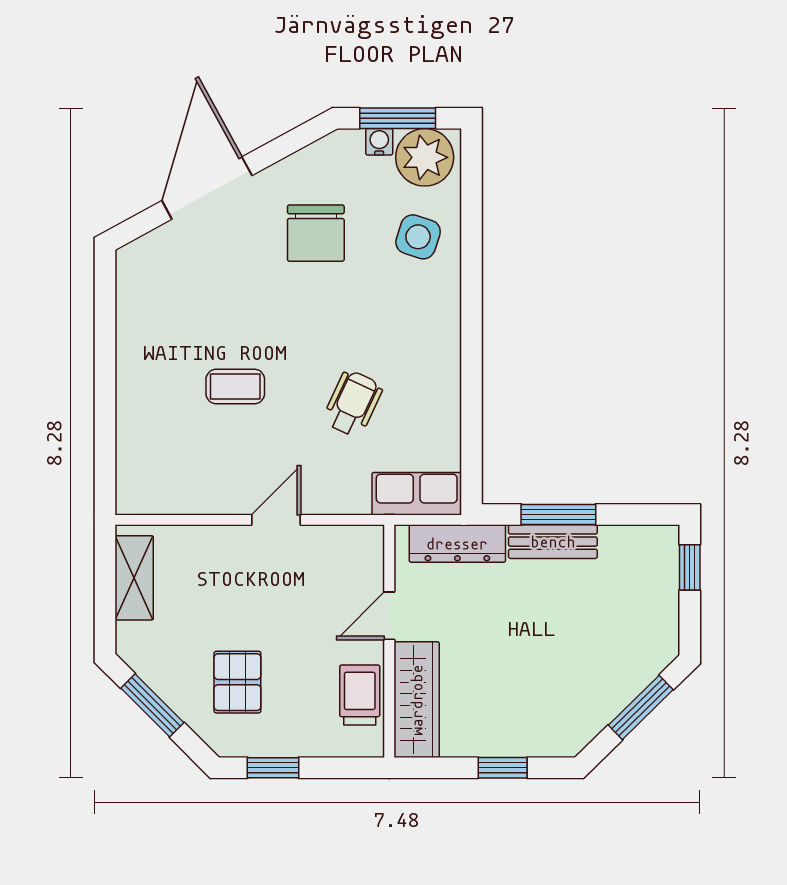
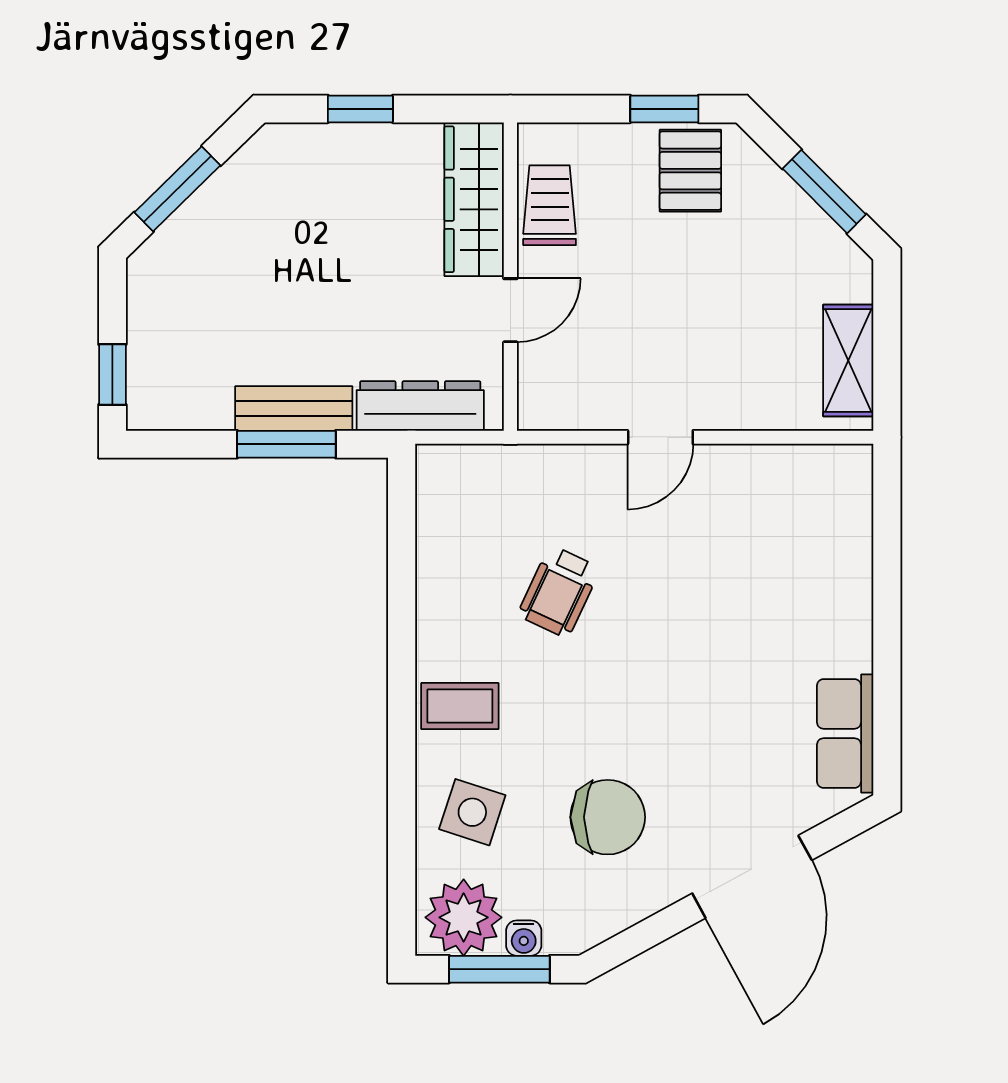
chair: (316, 233) -> (608, 817), turned 90
coffee table: (235, 386) -> (460, 706), moved
row of seats: (417, 494) -> (845, 733), moved, turned 90
pallet: (237, 682) -> (690, 171), moved
trolley: (360, 695) -> (550, 205), turned 180

